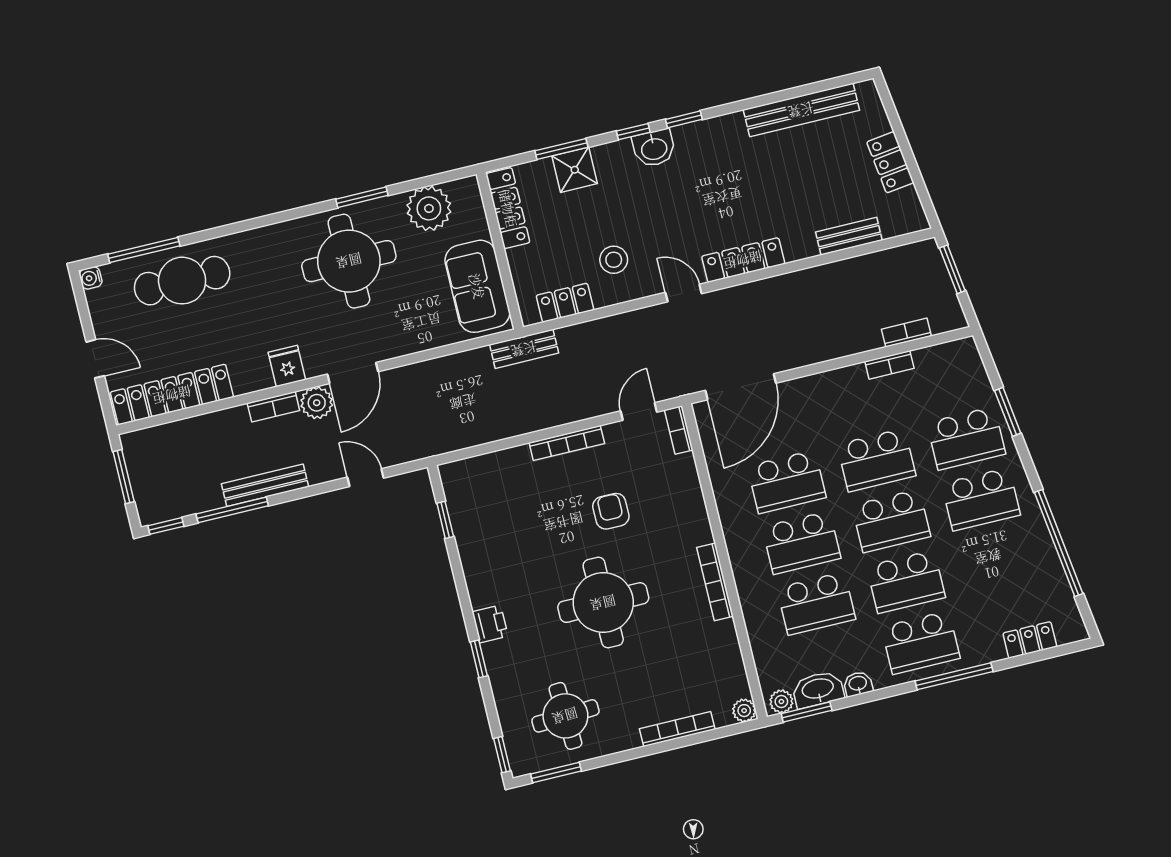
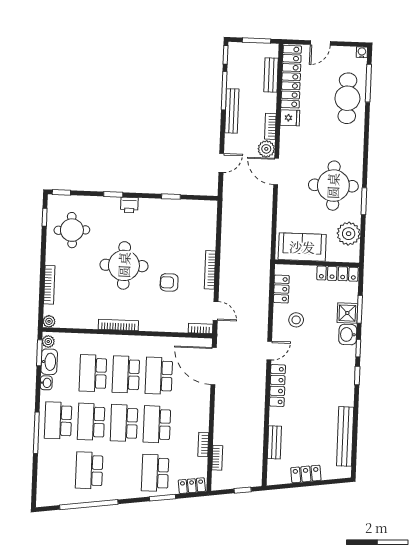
washbasin: (654, 148) -> (348, 335), moved
window: (952, 269) -> (243, 490), width x0.67
bench: (524, 349) -> (271, 75), moved
fridge: (287, 366) -> (290, 118), moved
school desk: (981, 499) -> (89, 470), moved
armchair: (611, 511) -> (169, 282), turned 180
window: (445, 520) -> (171, 197), moved
locker: (1030, 640) -> (192, 486), moved, turned -98
window: (556, 772) -> (45, 217), width x0.67

